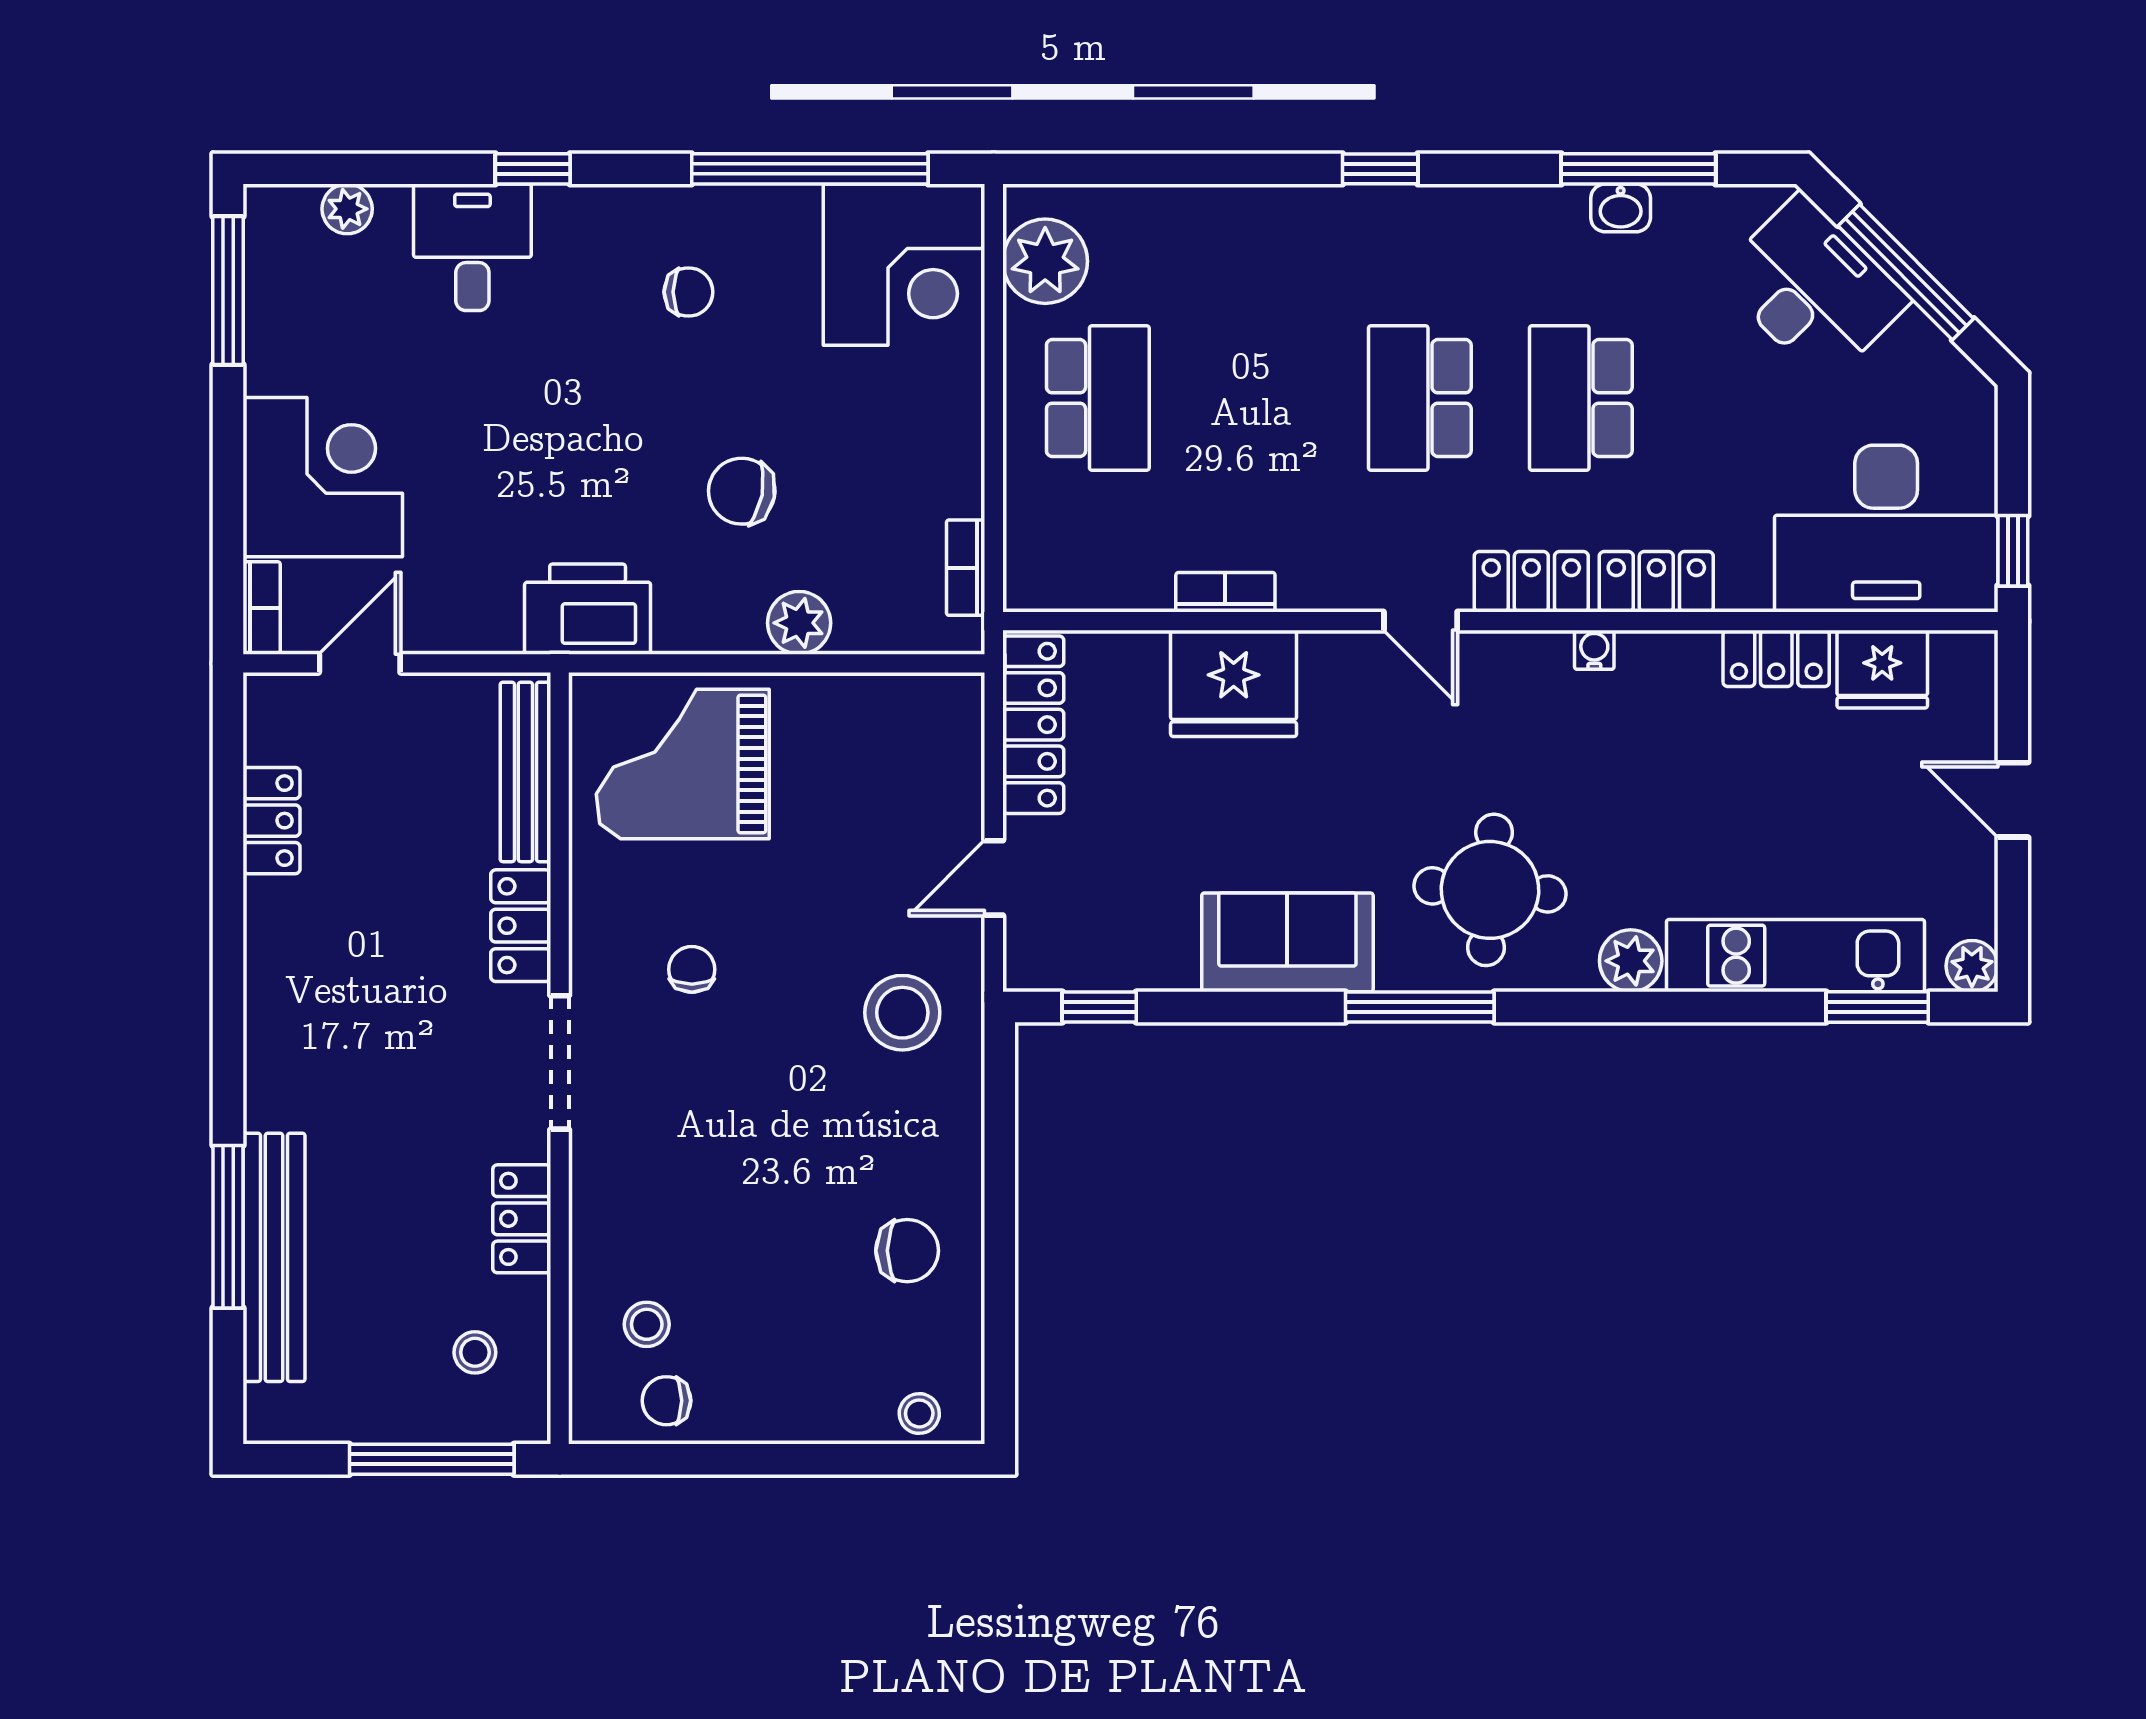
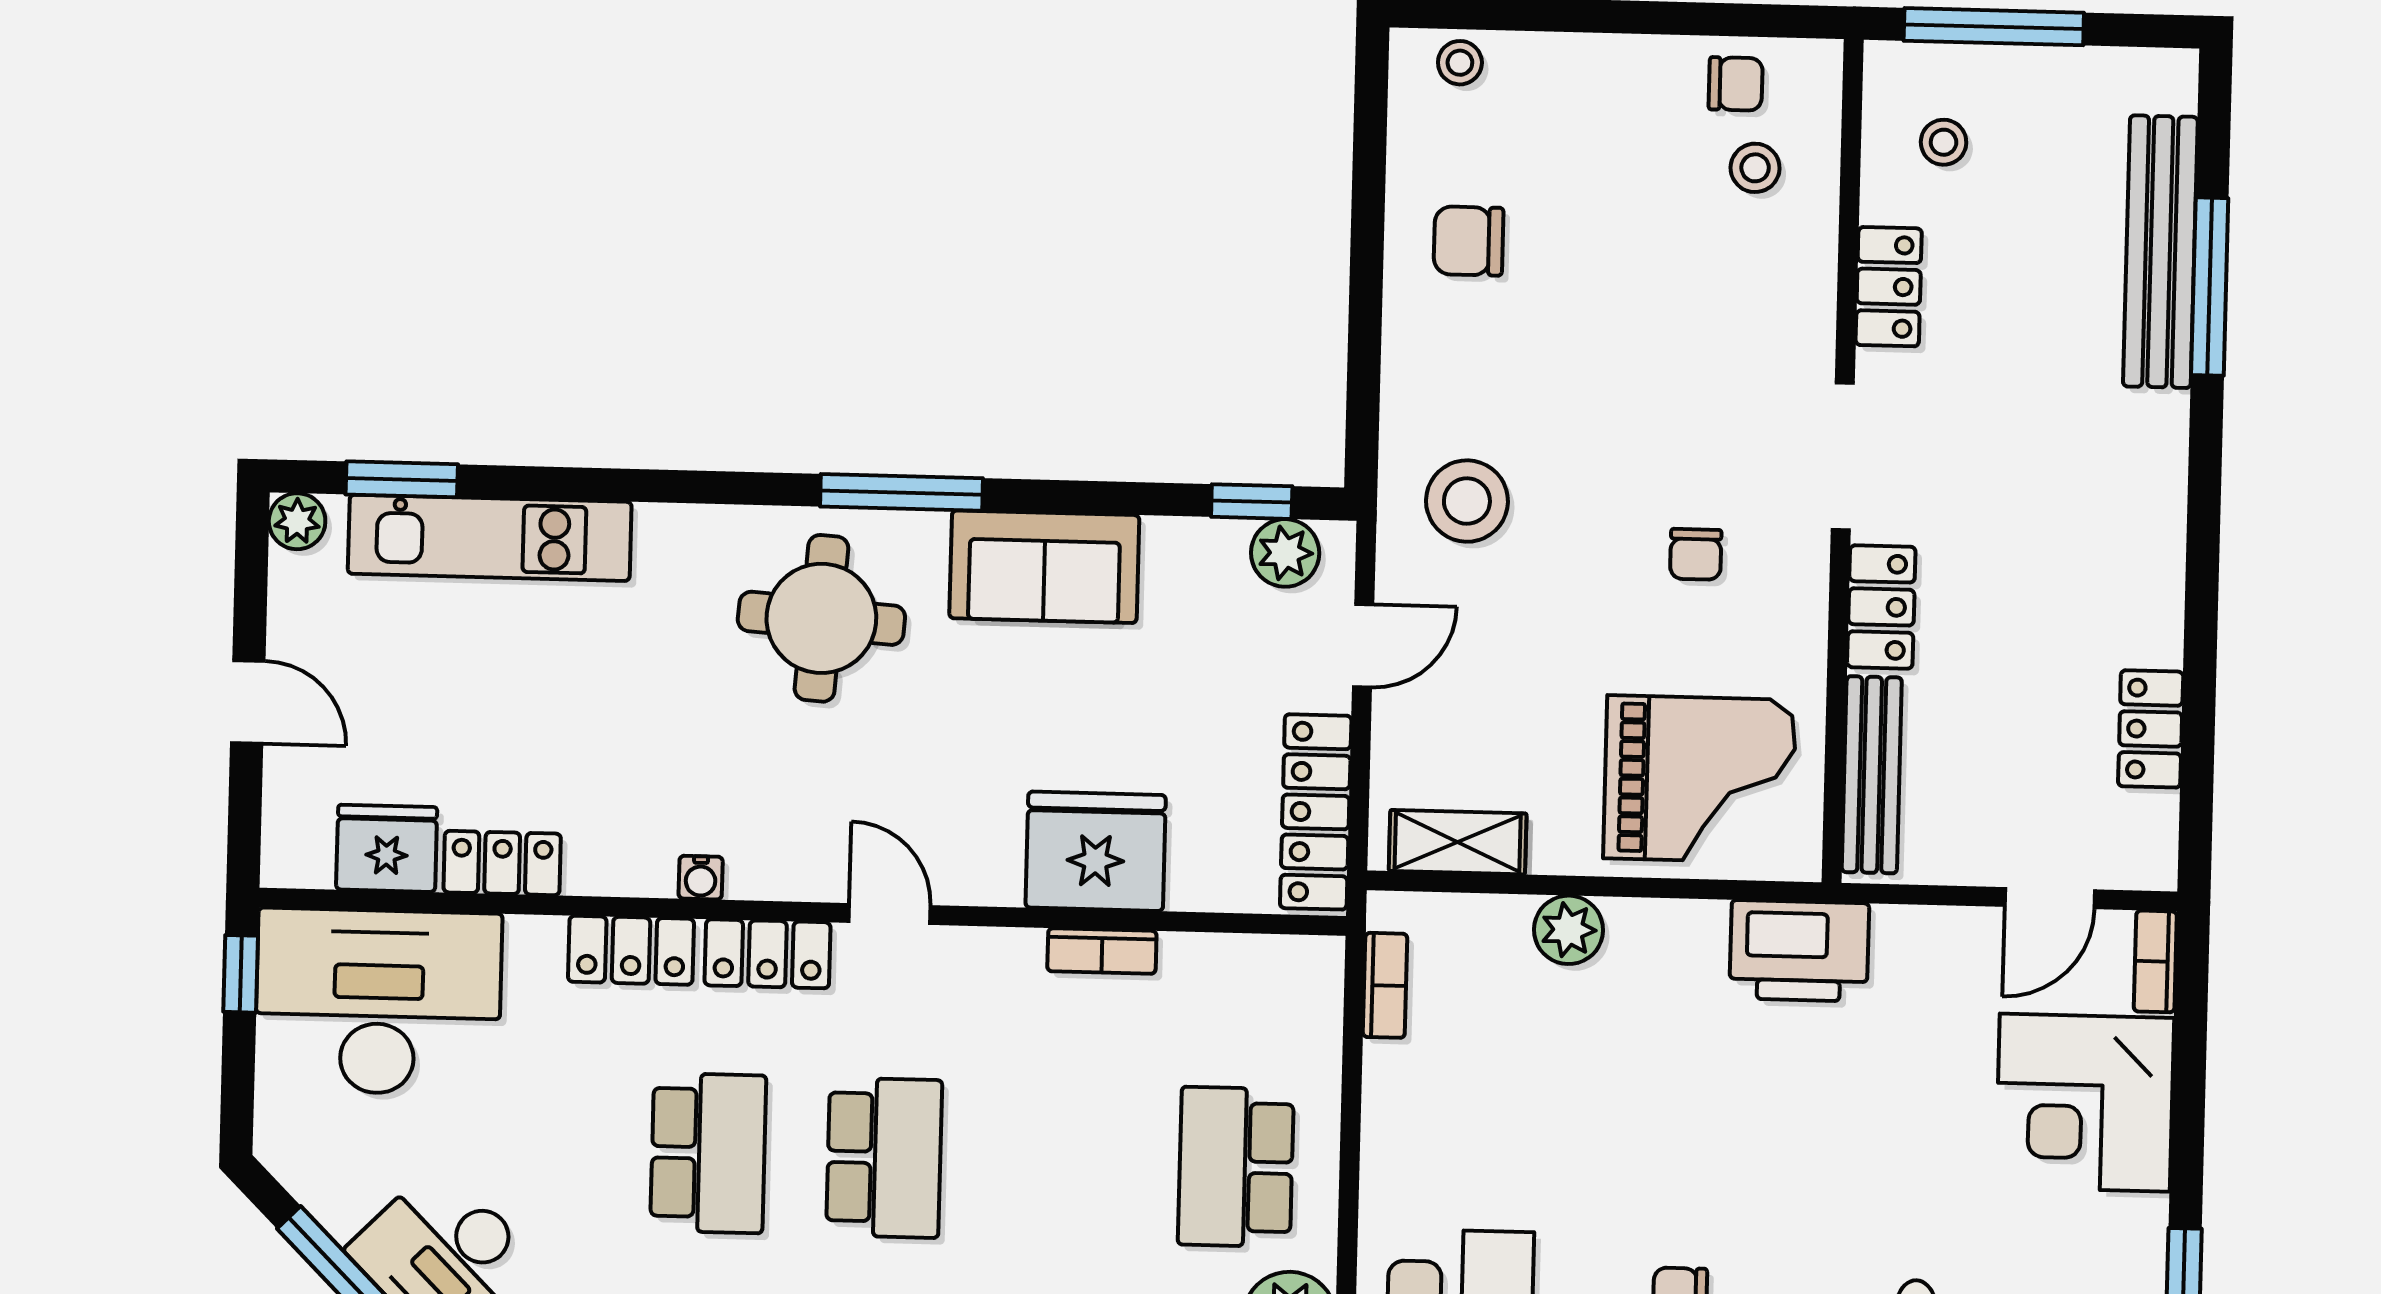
chair: (742, 491) -> (1628, 1075), removed
shelving: (903, 700) -> (1458, 842), added
plant: (1631, 961) -> (1285, 553), moved

